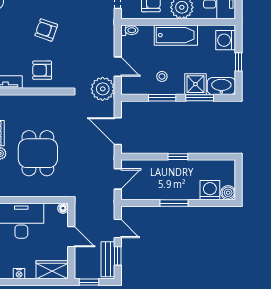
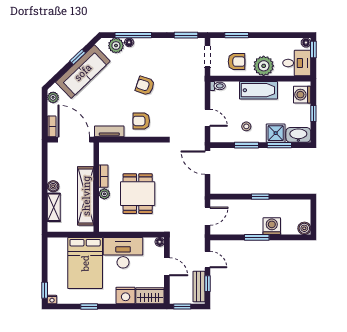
plant: (103, 89) -> (194, 137), removed
door: (118, 131) -> (208, 163), moved
washing machine: (210, 190) -> (272, 226), moved
nightstand: (19, 274) -> (126, 295), width x1.89, depth x1.79

